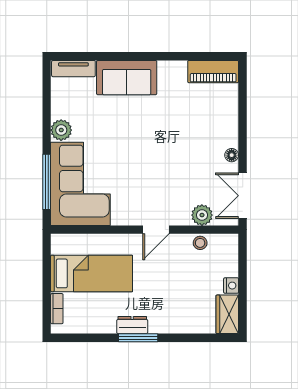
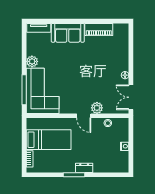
piano: (213, 72) -> (99, 30), moved
plant: (202, 215) -> (97, 108), moved
door: (156, 230) -> (84, 116), hinge flipped
wardrobe: (227, 314) -> (123, 162), removed
dresser: (132, 325) -> (84, 168), moved

